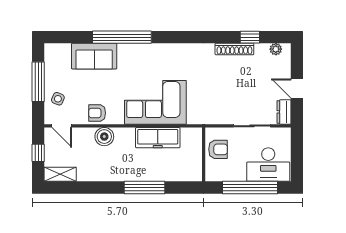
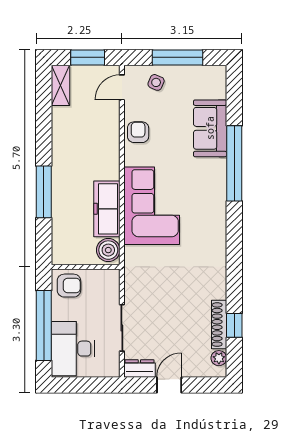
shoe rack: (234, 49) -> (219, 325), moved
boiler: (104, 137) -> (108, 250), moved
armchair: (218, 149) -> (69, 286), moved, turned -90
window: (38, 153) -> (88, 57), width x1.50

